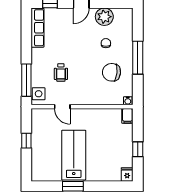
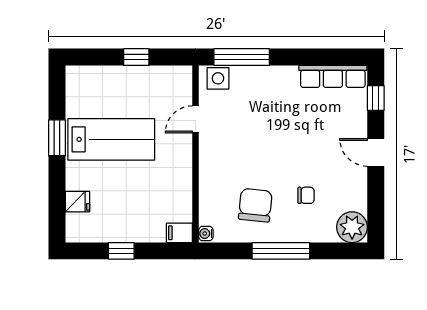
plant: (104, 17) -> (352, 227), moved
wheelchair: (61, 72) -> (255, 117), removed
fridge: (127, 174) -> (77, 202), moved

